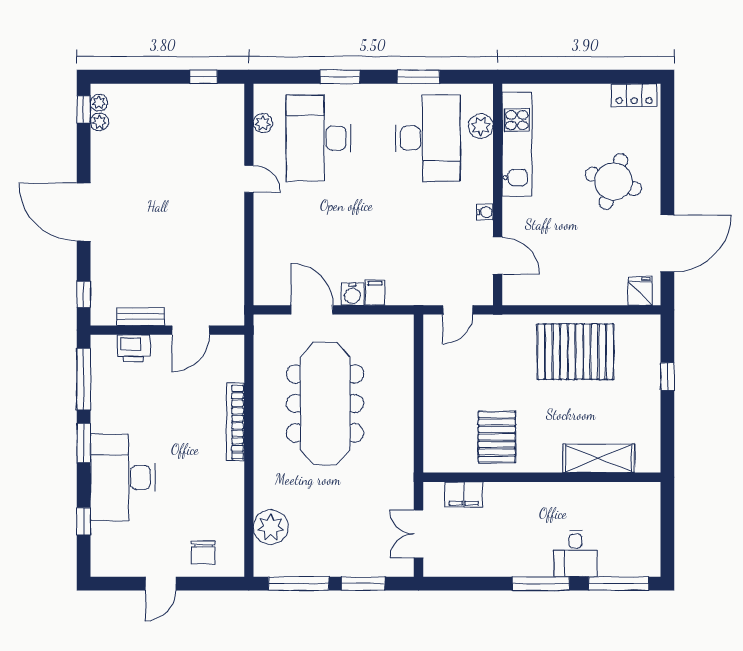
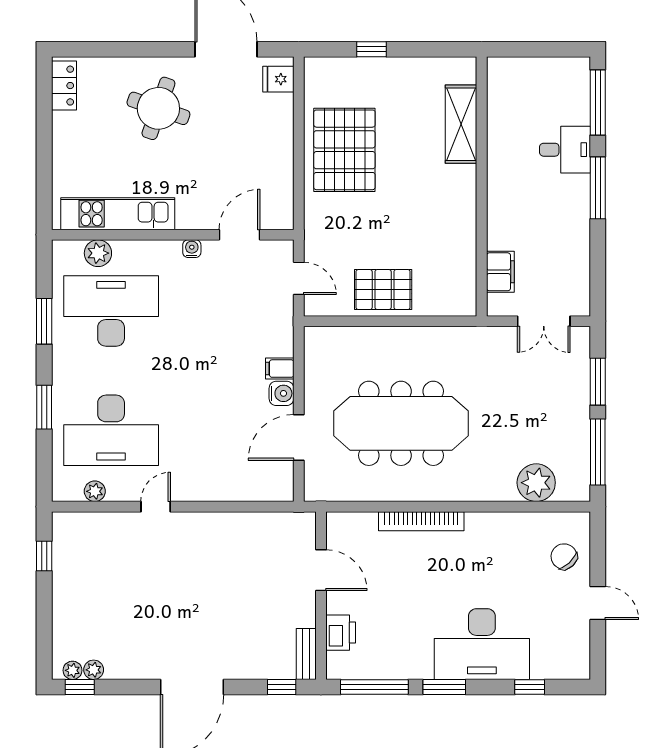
bench: (141, 317) -> (306, 654), moved
pallet: (497, 437) -> (383, 290), moved
chair: (203, 553) -> (564, 557), turned -133

